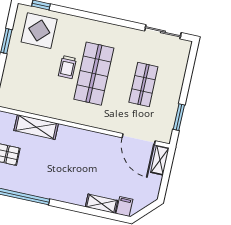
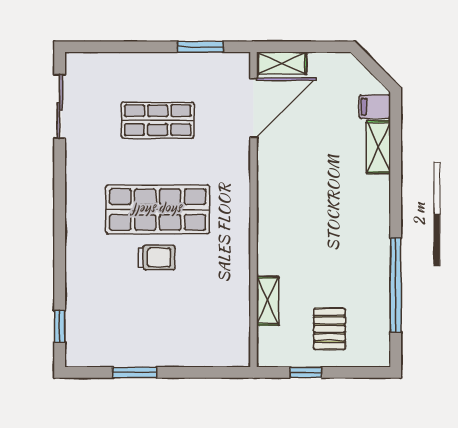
display table: (39, 31) -> (104, 320), removed
shelving: (36, 127) -> (268, 301), width x0.67, depth x0.75

